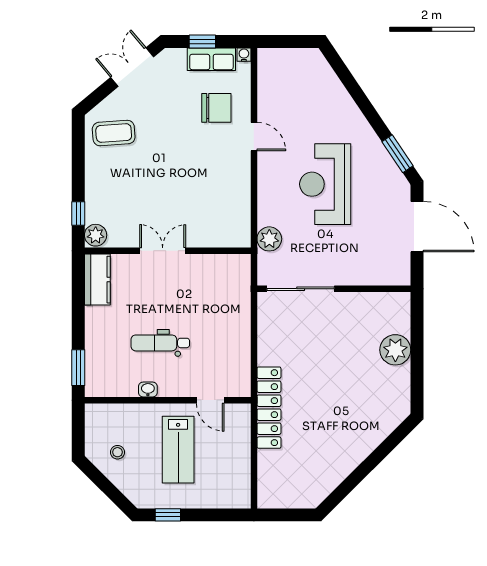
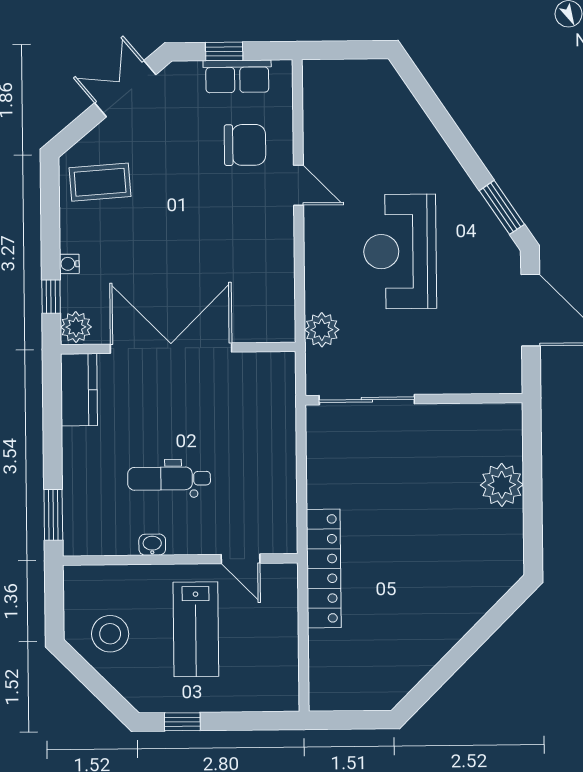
water cooler: (244, 55) -> (69, 264), moved, turned -90
double door: (163, 251) -> (171, 348), width x1.87
stool: (117, 452) -> (110, 634), width x1.89, depth x1.89

